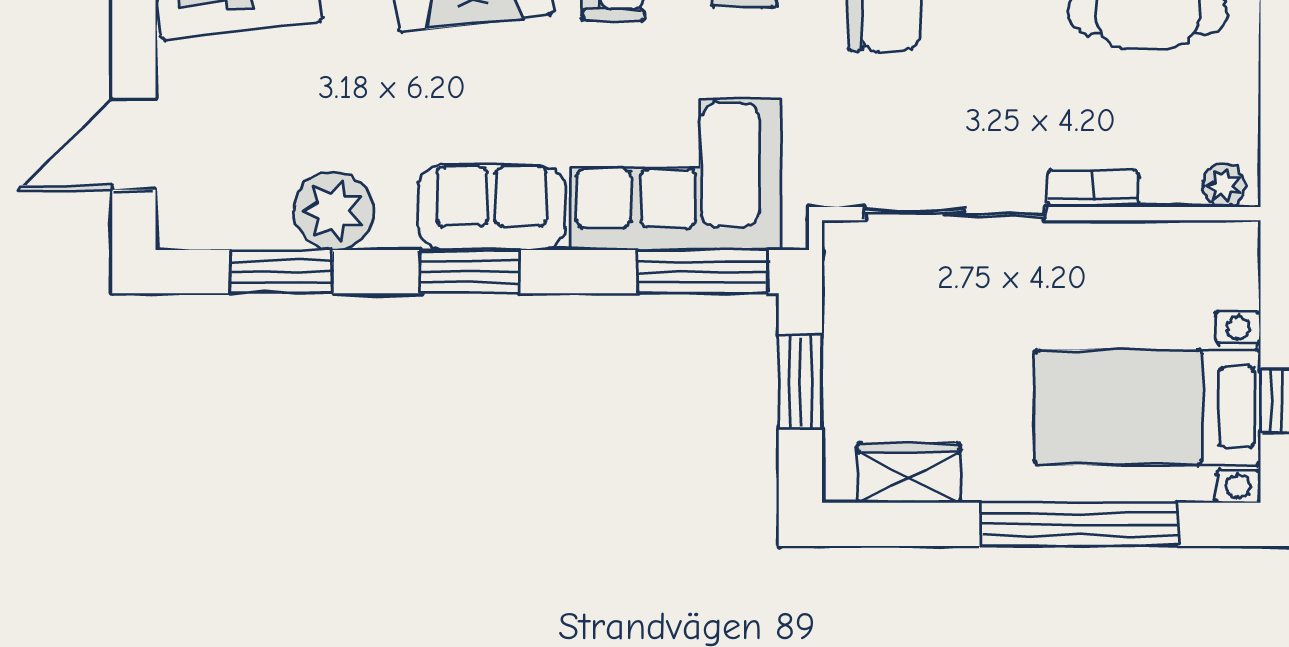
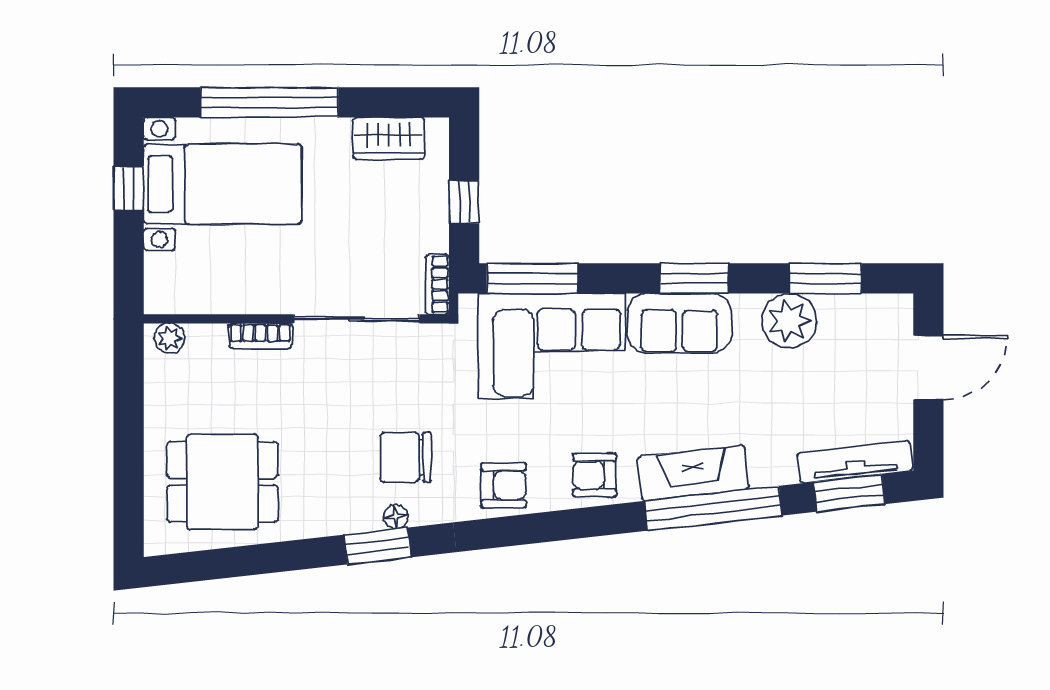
bookcase: (839, 263) -> (437, 284), added
window: (800, 382) -> (464, 202), width x0.67

